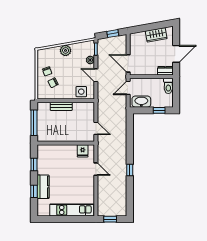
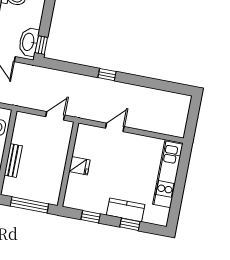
window: (159, 110) -> (41, 45), moved
fridge: (83, 151) -> (80, 166), moved
window: (130, 170) -> (107, 75), moved
window: (110, 219) -> (192, 121), removed

